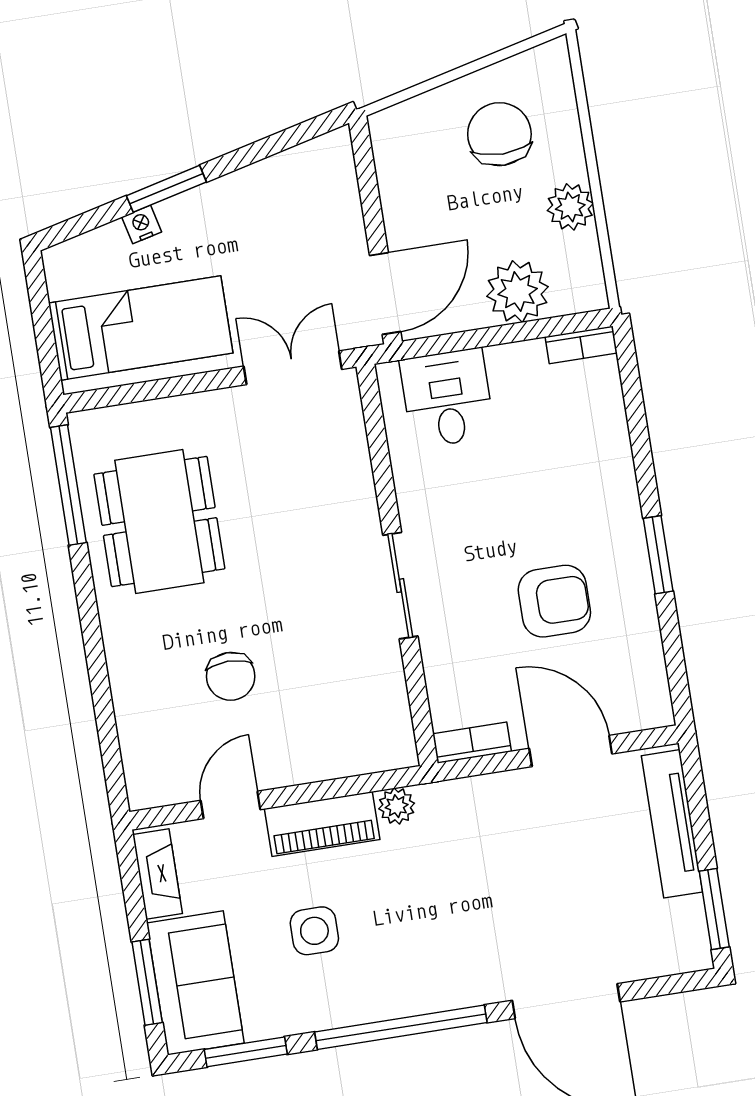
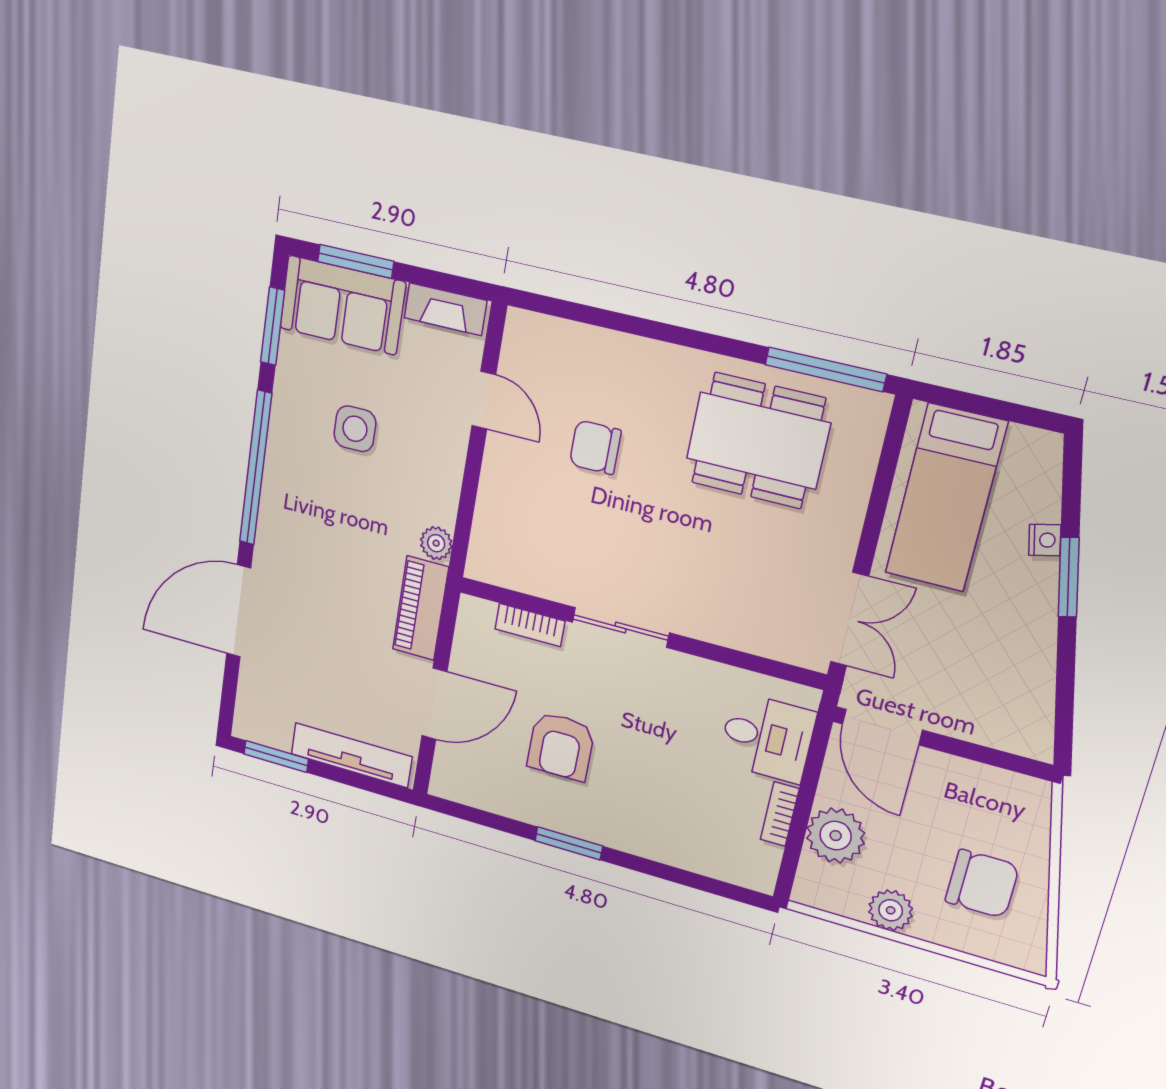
bookcase: (581, 345) -> (780, 814), moved
bookcase: (472, 743) -> (530, 625), moved, turned 90
piano: (322, 824) -> (421, 608), moved

